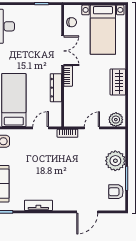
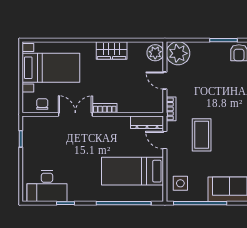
dresser: (56, 88) -> (147, 122), moved
coffee table: (45, 160) -> (202, 135), added
plant: (115, 161) -> (178, 53), moved

